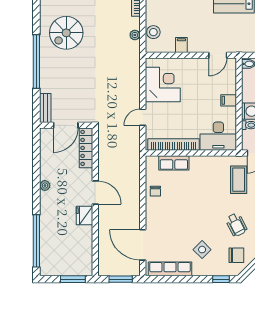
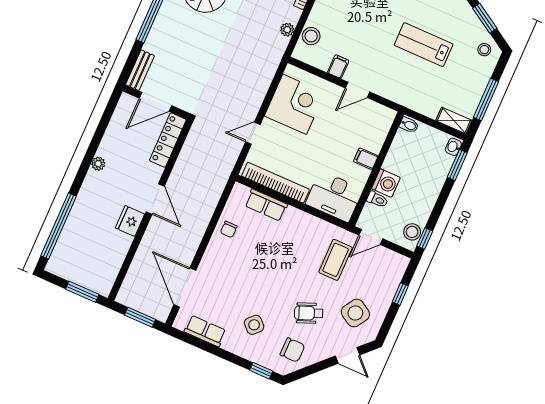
door: (218, 55) -> (358, 90), moved
wheelchair: (236, 225) -> (309, 313), turned 95
row of seats: (170, 269) -> (205, 331), width x0.68

